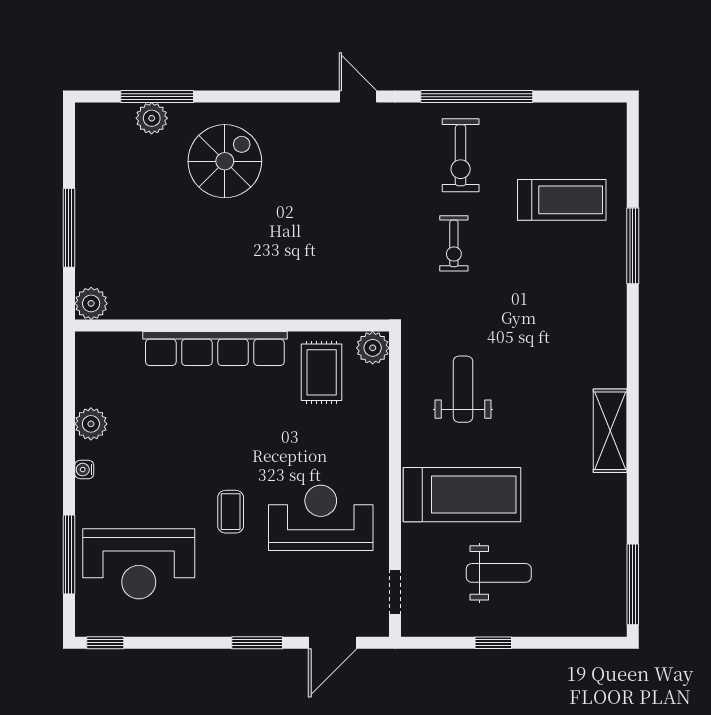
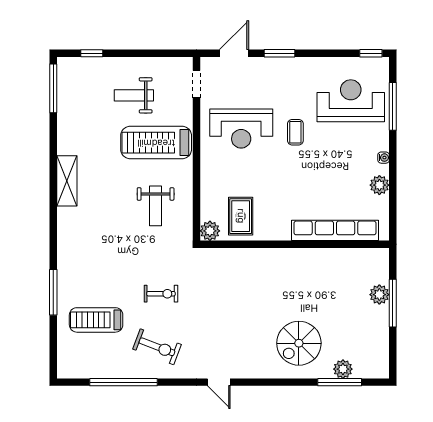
window: (477, 97) -> (123, 382), moved
exercise bike: (461, 155) -> (157, 347), turned 111
exercise bike: (454, 243) -> (161, 294), turned 90
plant: (91, 303) -> (379, 295), moved
row of seats: (215, 349) -> (335, 230), moved
window: (493, 643) -> (92, 53), moved

